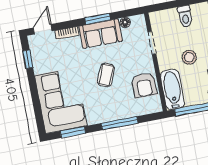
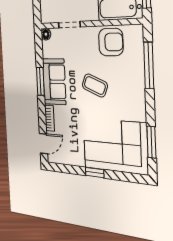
floor lamp: (125, 22) -> (46, 34), moved
door: (43, 29) -> (43, 144), swing flipped
window: (28, 59) -> (95, 173), moved
window: (119, 123) -> (149, 65), moved

